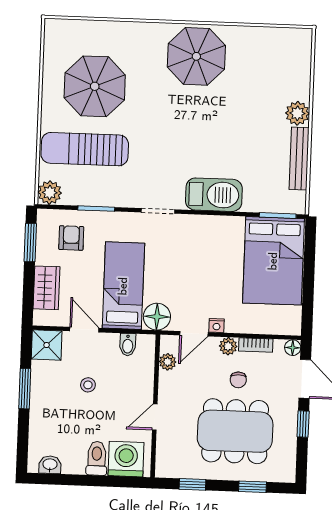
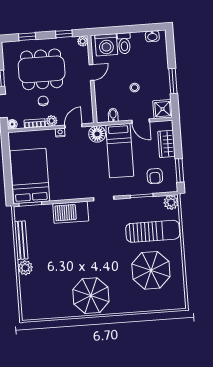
plant: (168, 362) -> (83, 41), moved

